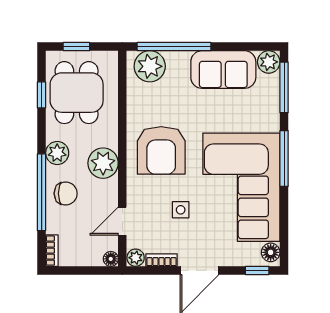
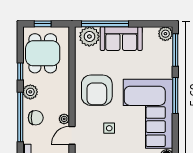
sofa: (223, 70) -> (121, 39), moved
window: (42, 95) -> (20, 71), moved
plant: (103, 163) -> (64, 119), moved, width x0.53, depth x0.53

